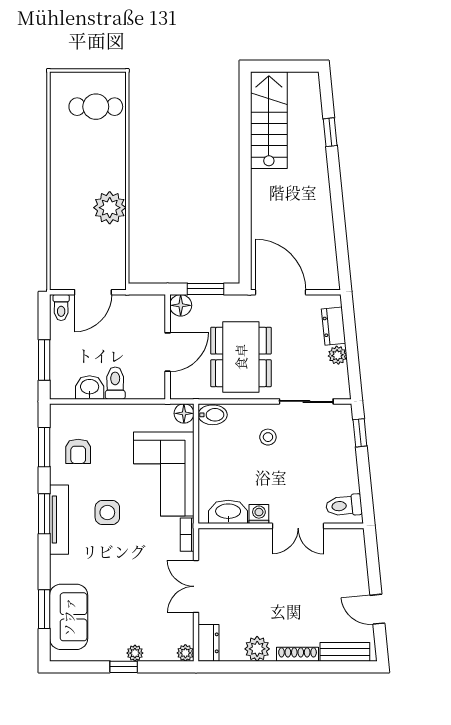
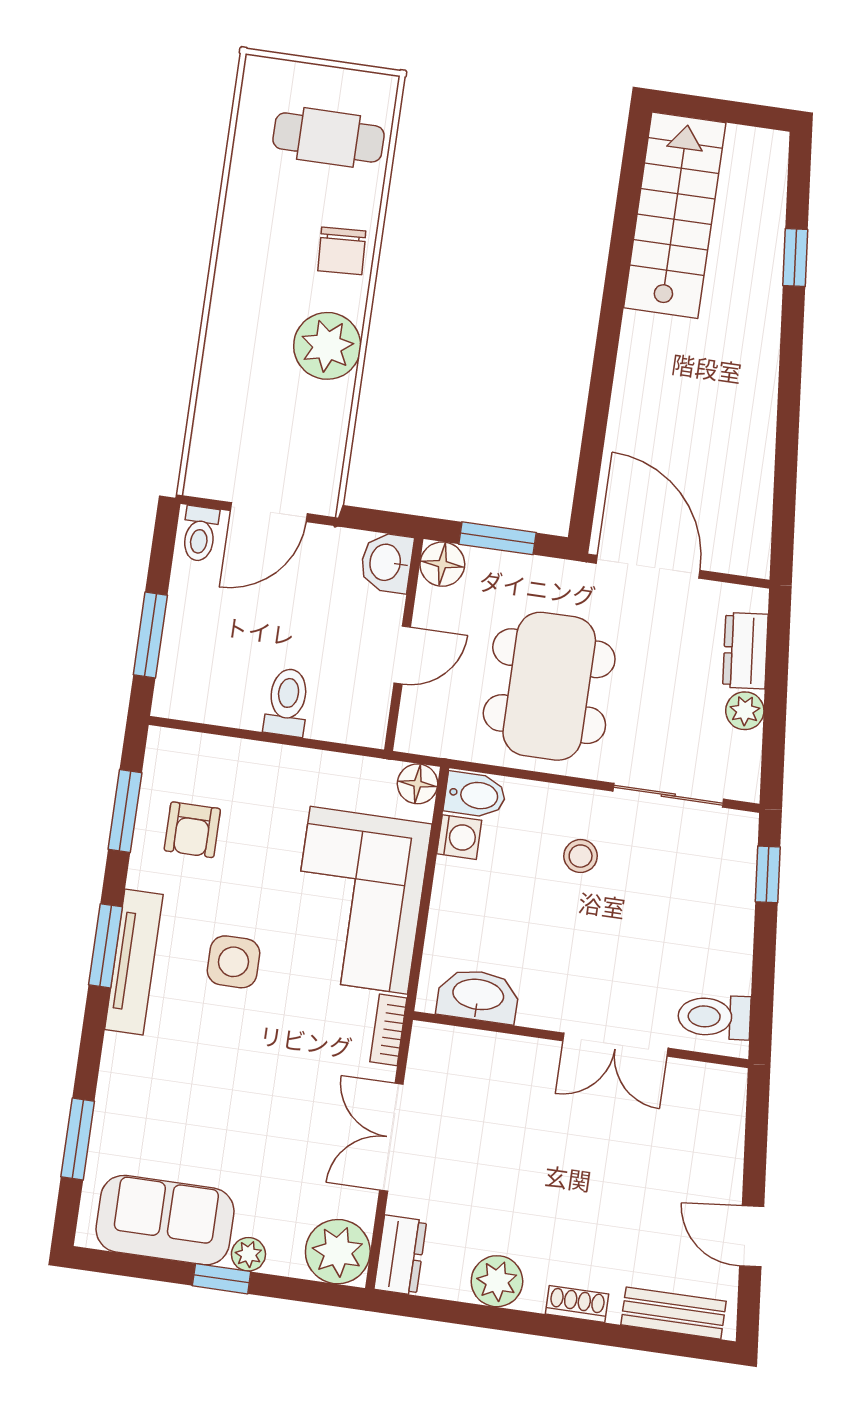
chair: (110, 161) -> (342, 251), added
door: (168, 352) -> (402, 655), width x0.73
washbasin: (90, 387) -> (387, 563), moved, turned -90
washing machine: (259, 514) -> (459, 837), moved, turned 90
sofa: (69, 617) -> (165, 1220), moved, turned -90
plant: (185, 653) -> (338, 1252), width x1.88, depth x1.88
shoe rack: (298, 654) -> (577, 1304), width x0.70

